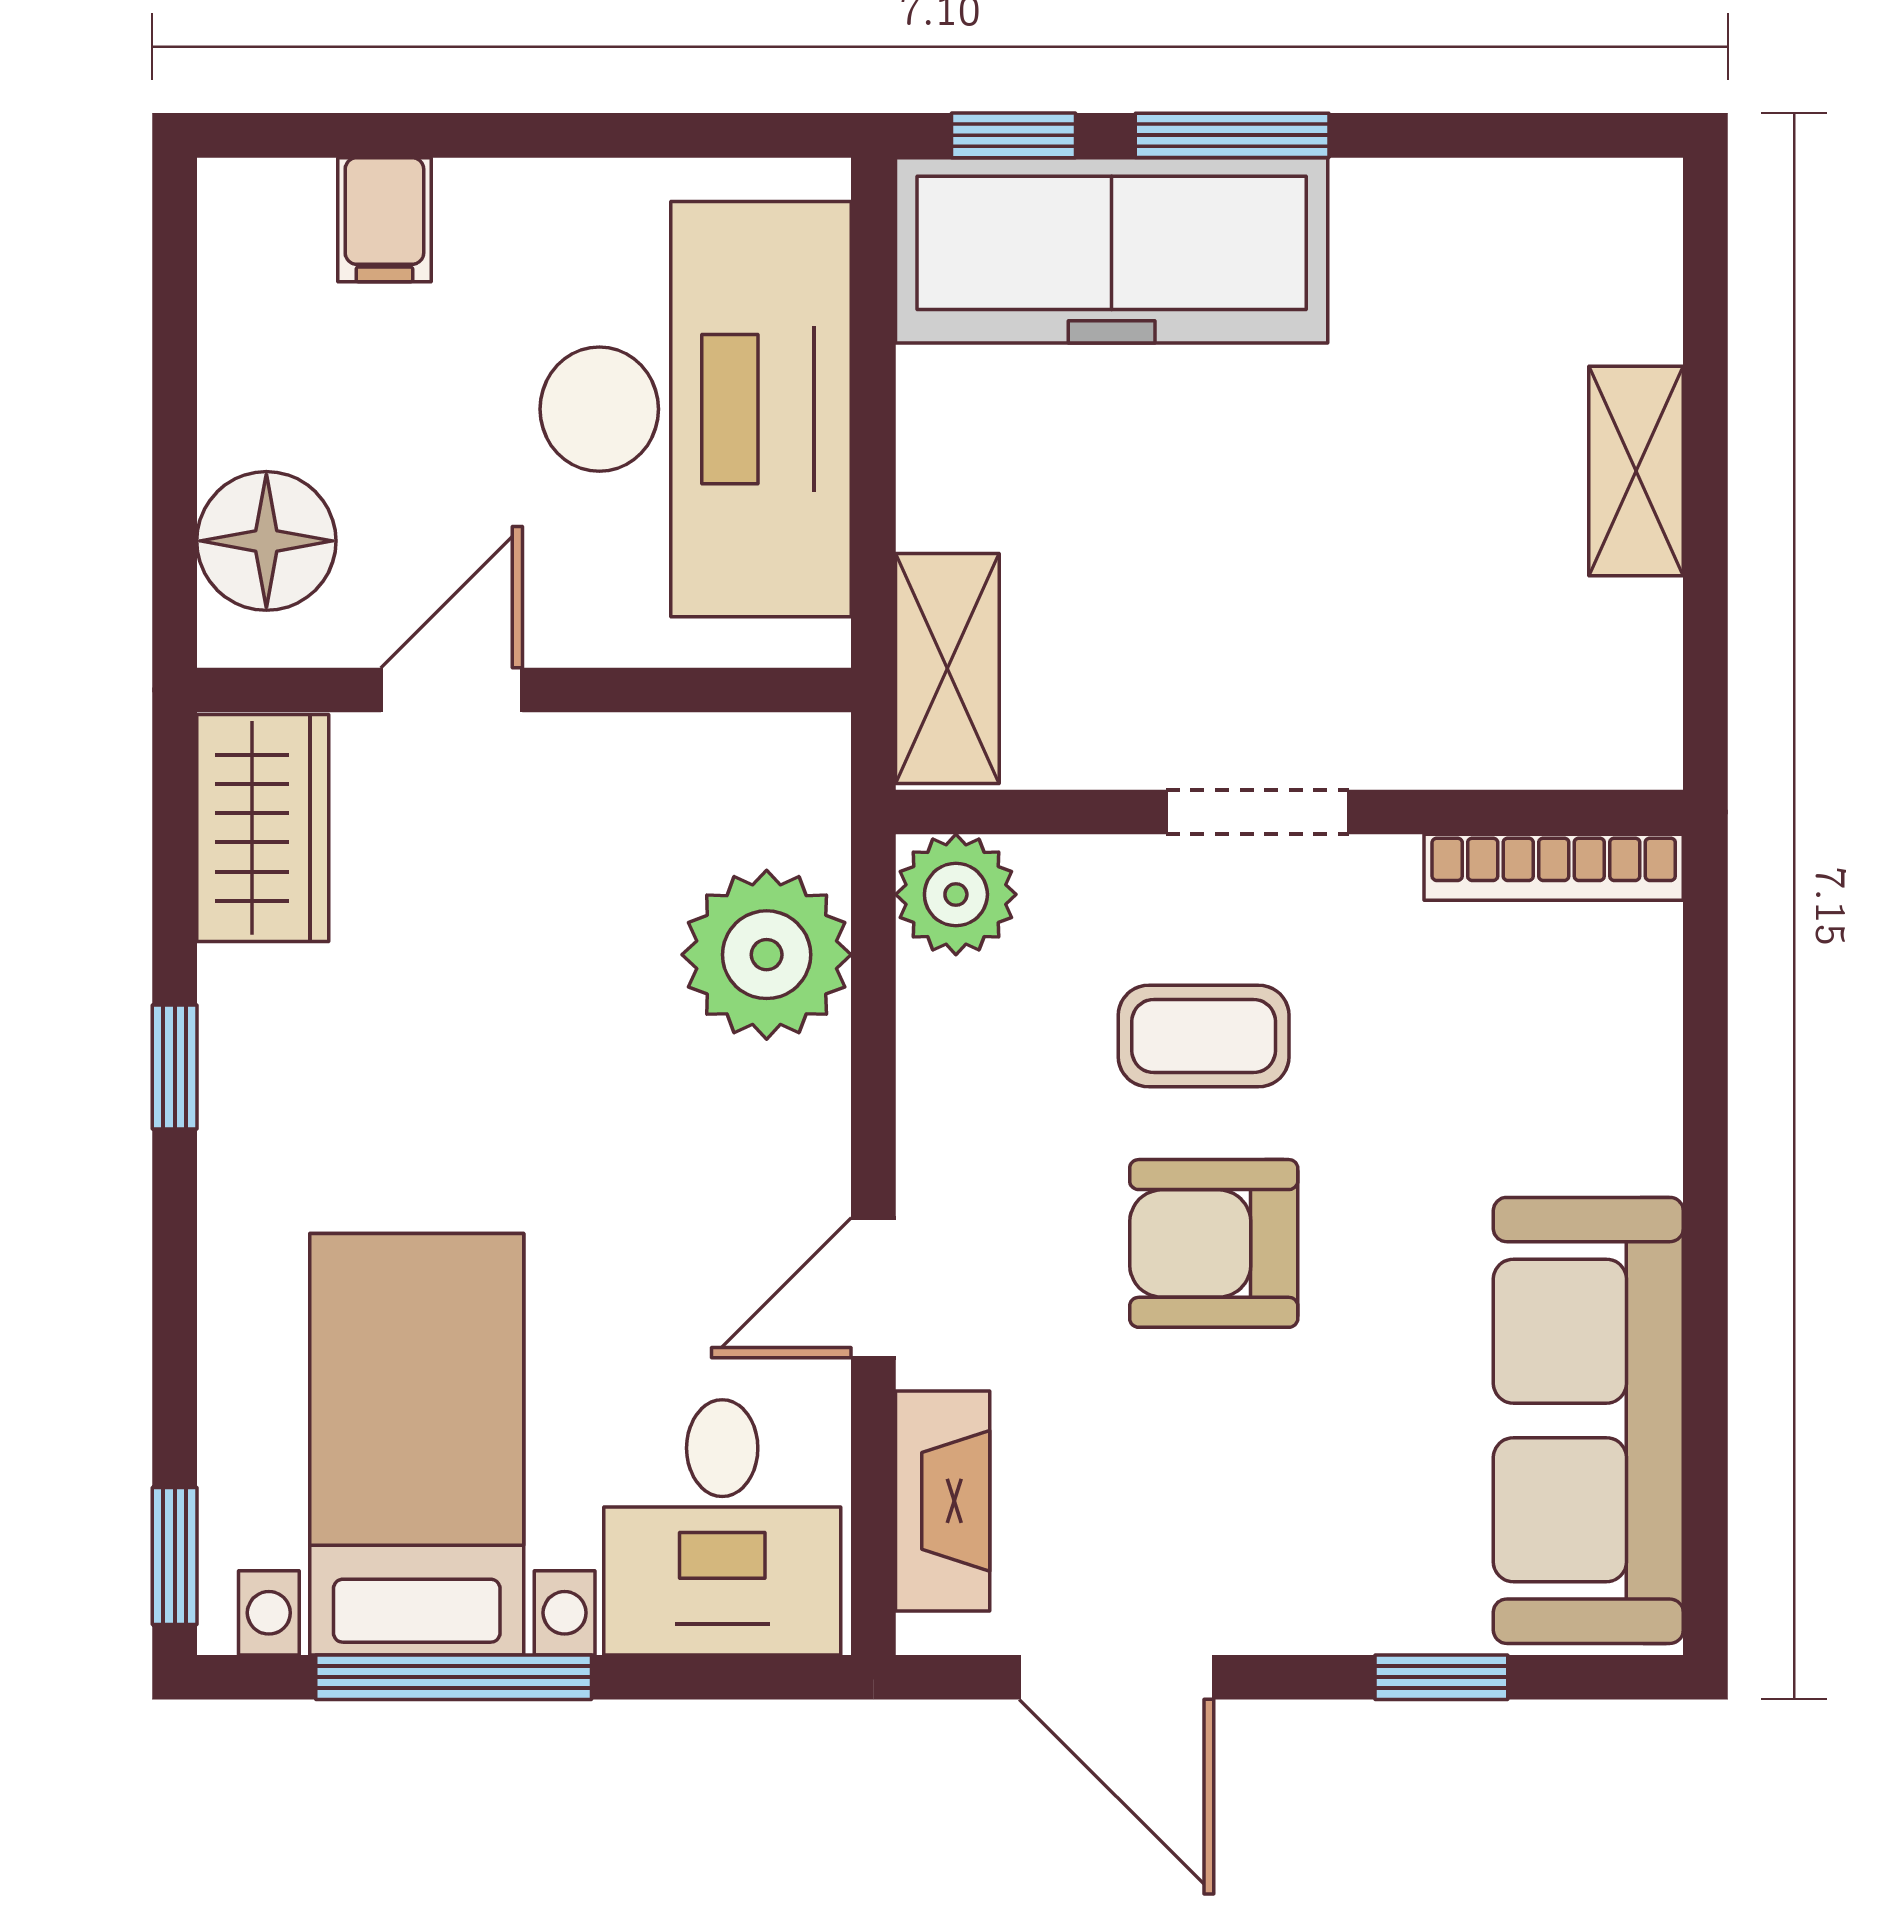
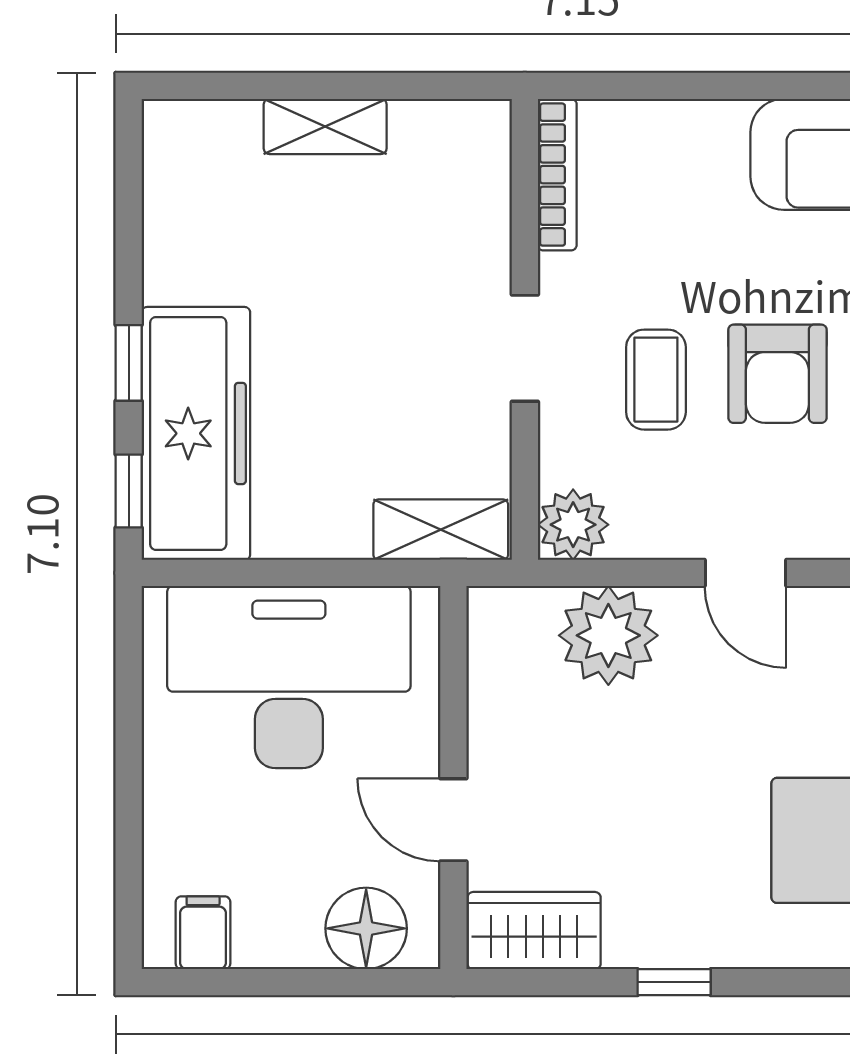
window: (1232, 135) -> (129, 363), width x0.67
filing cabinet: (384, 220) -> (203, 933), moved, turned -90
door: (873, 1288) -> (745, 573), moved

